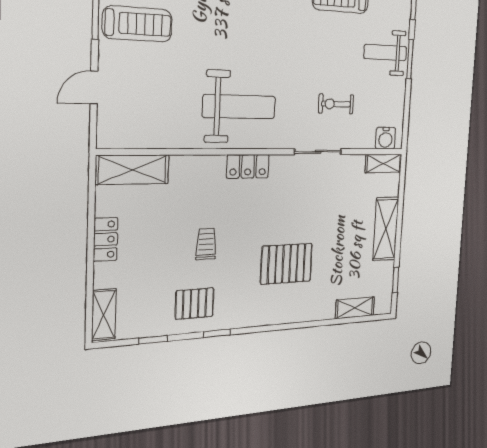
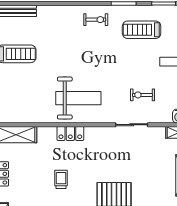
locker: (248, 166) -> (70, 133), moved

